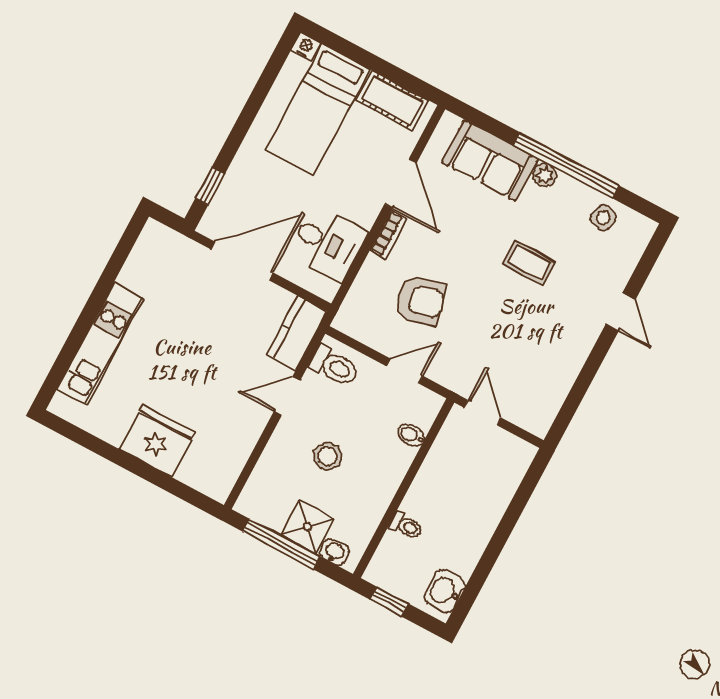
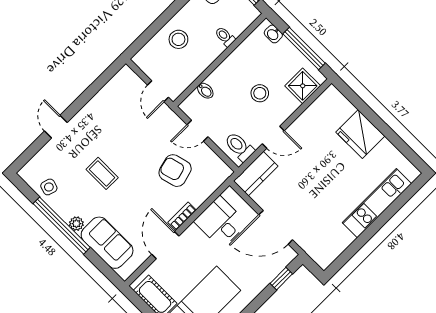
stool: (475, 500) -> (178, 39), added
shower: (307, 527) -> (303, 86), moved

